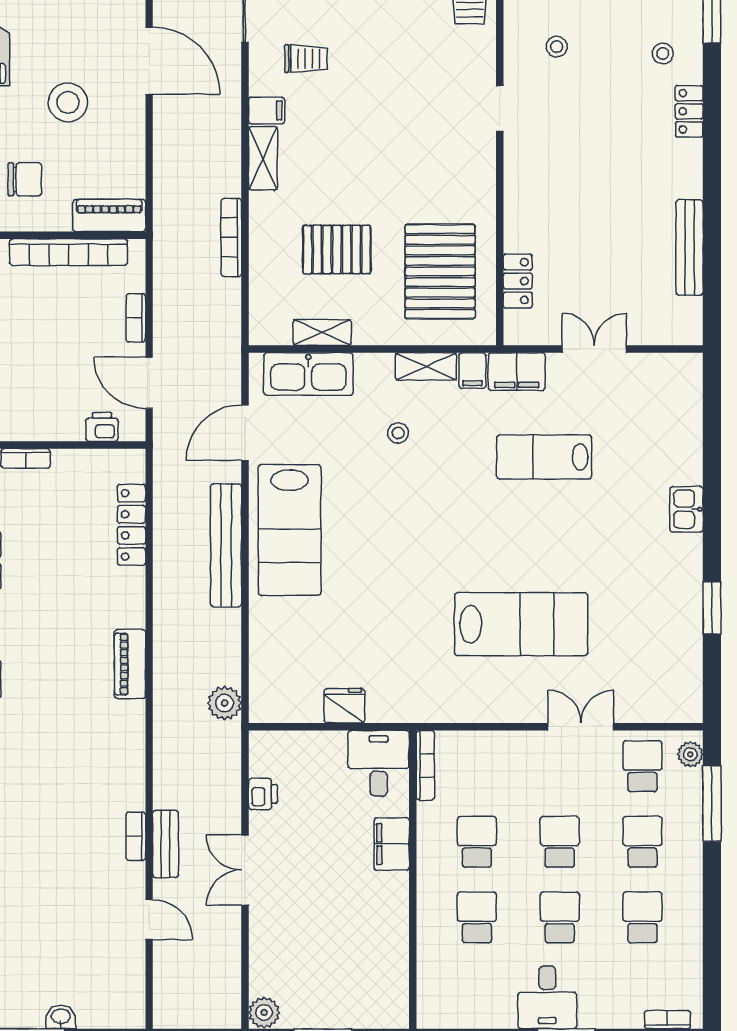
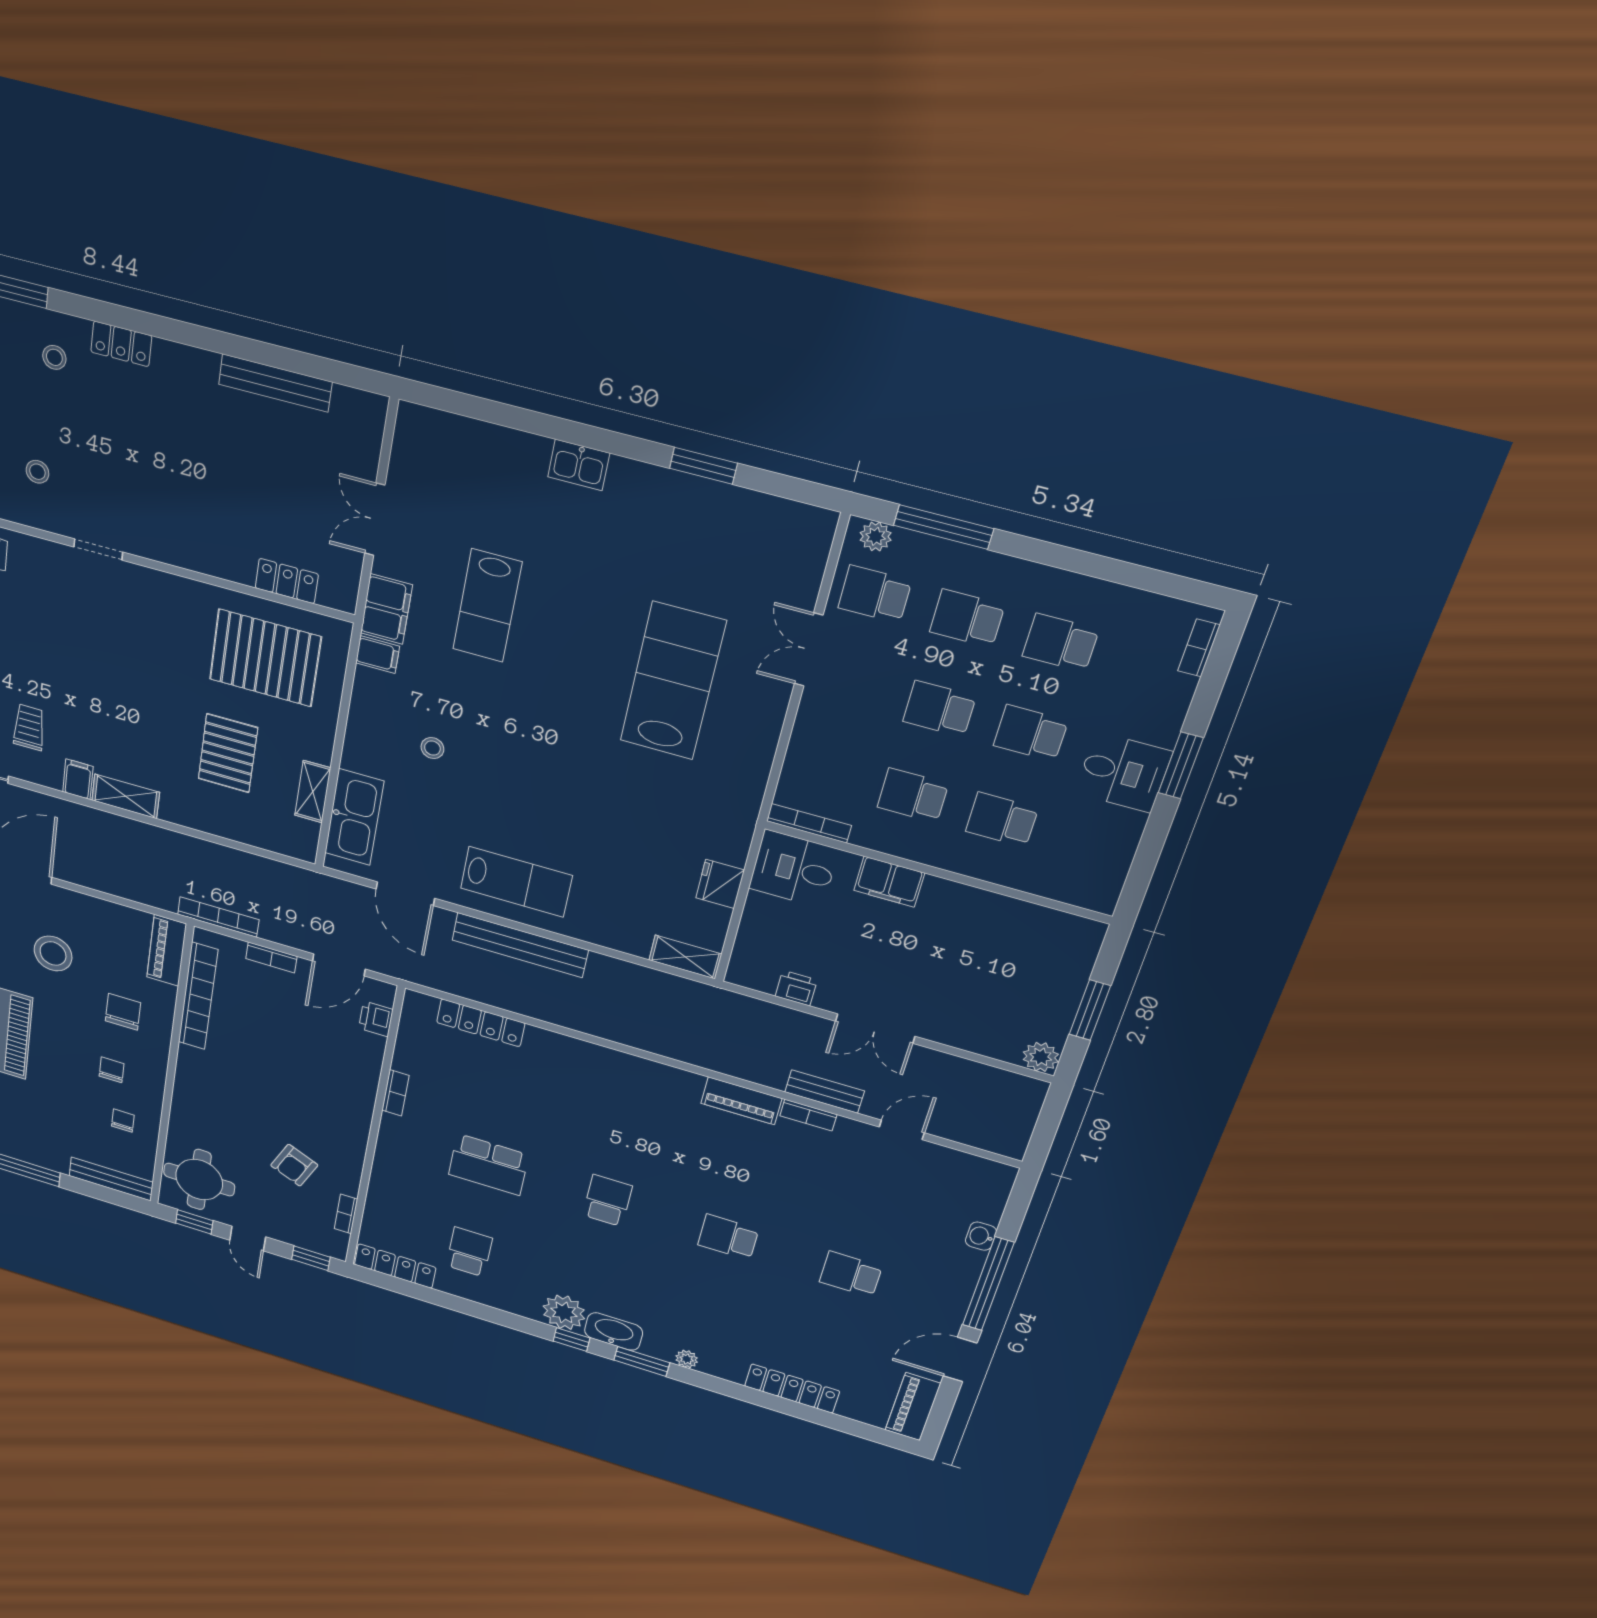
bookcase: (231, 237) -> (218, 917), moved, turned 180
shelving: (426, 366) -> (685, 957), moved, turned 90
lab bench: (290, 530) -> (516, 882), width x0.73, depth x0.72
piano: (130, 664) -> (741, 1101), moved
plant: (225, 703) -> (688, 995), removed

